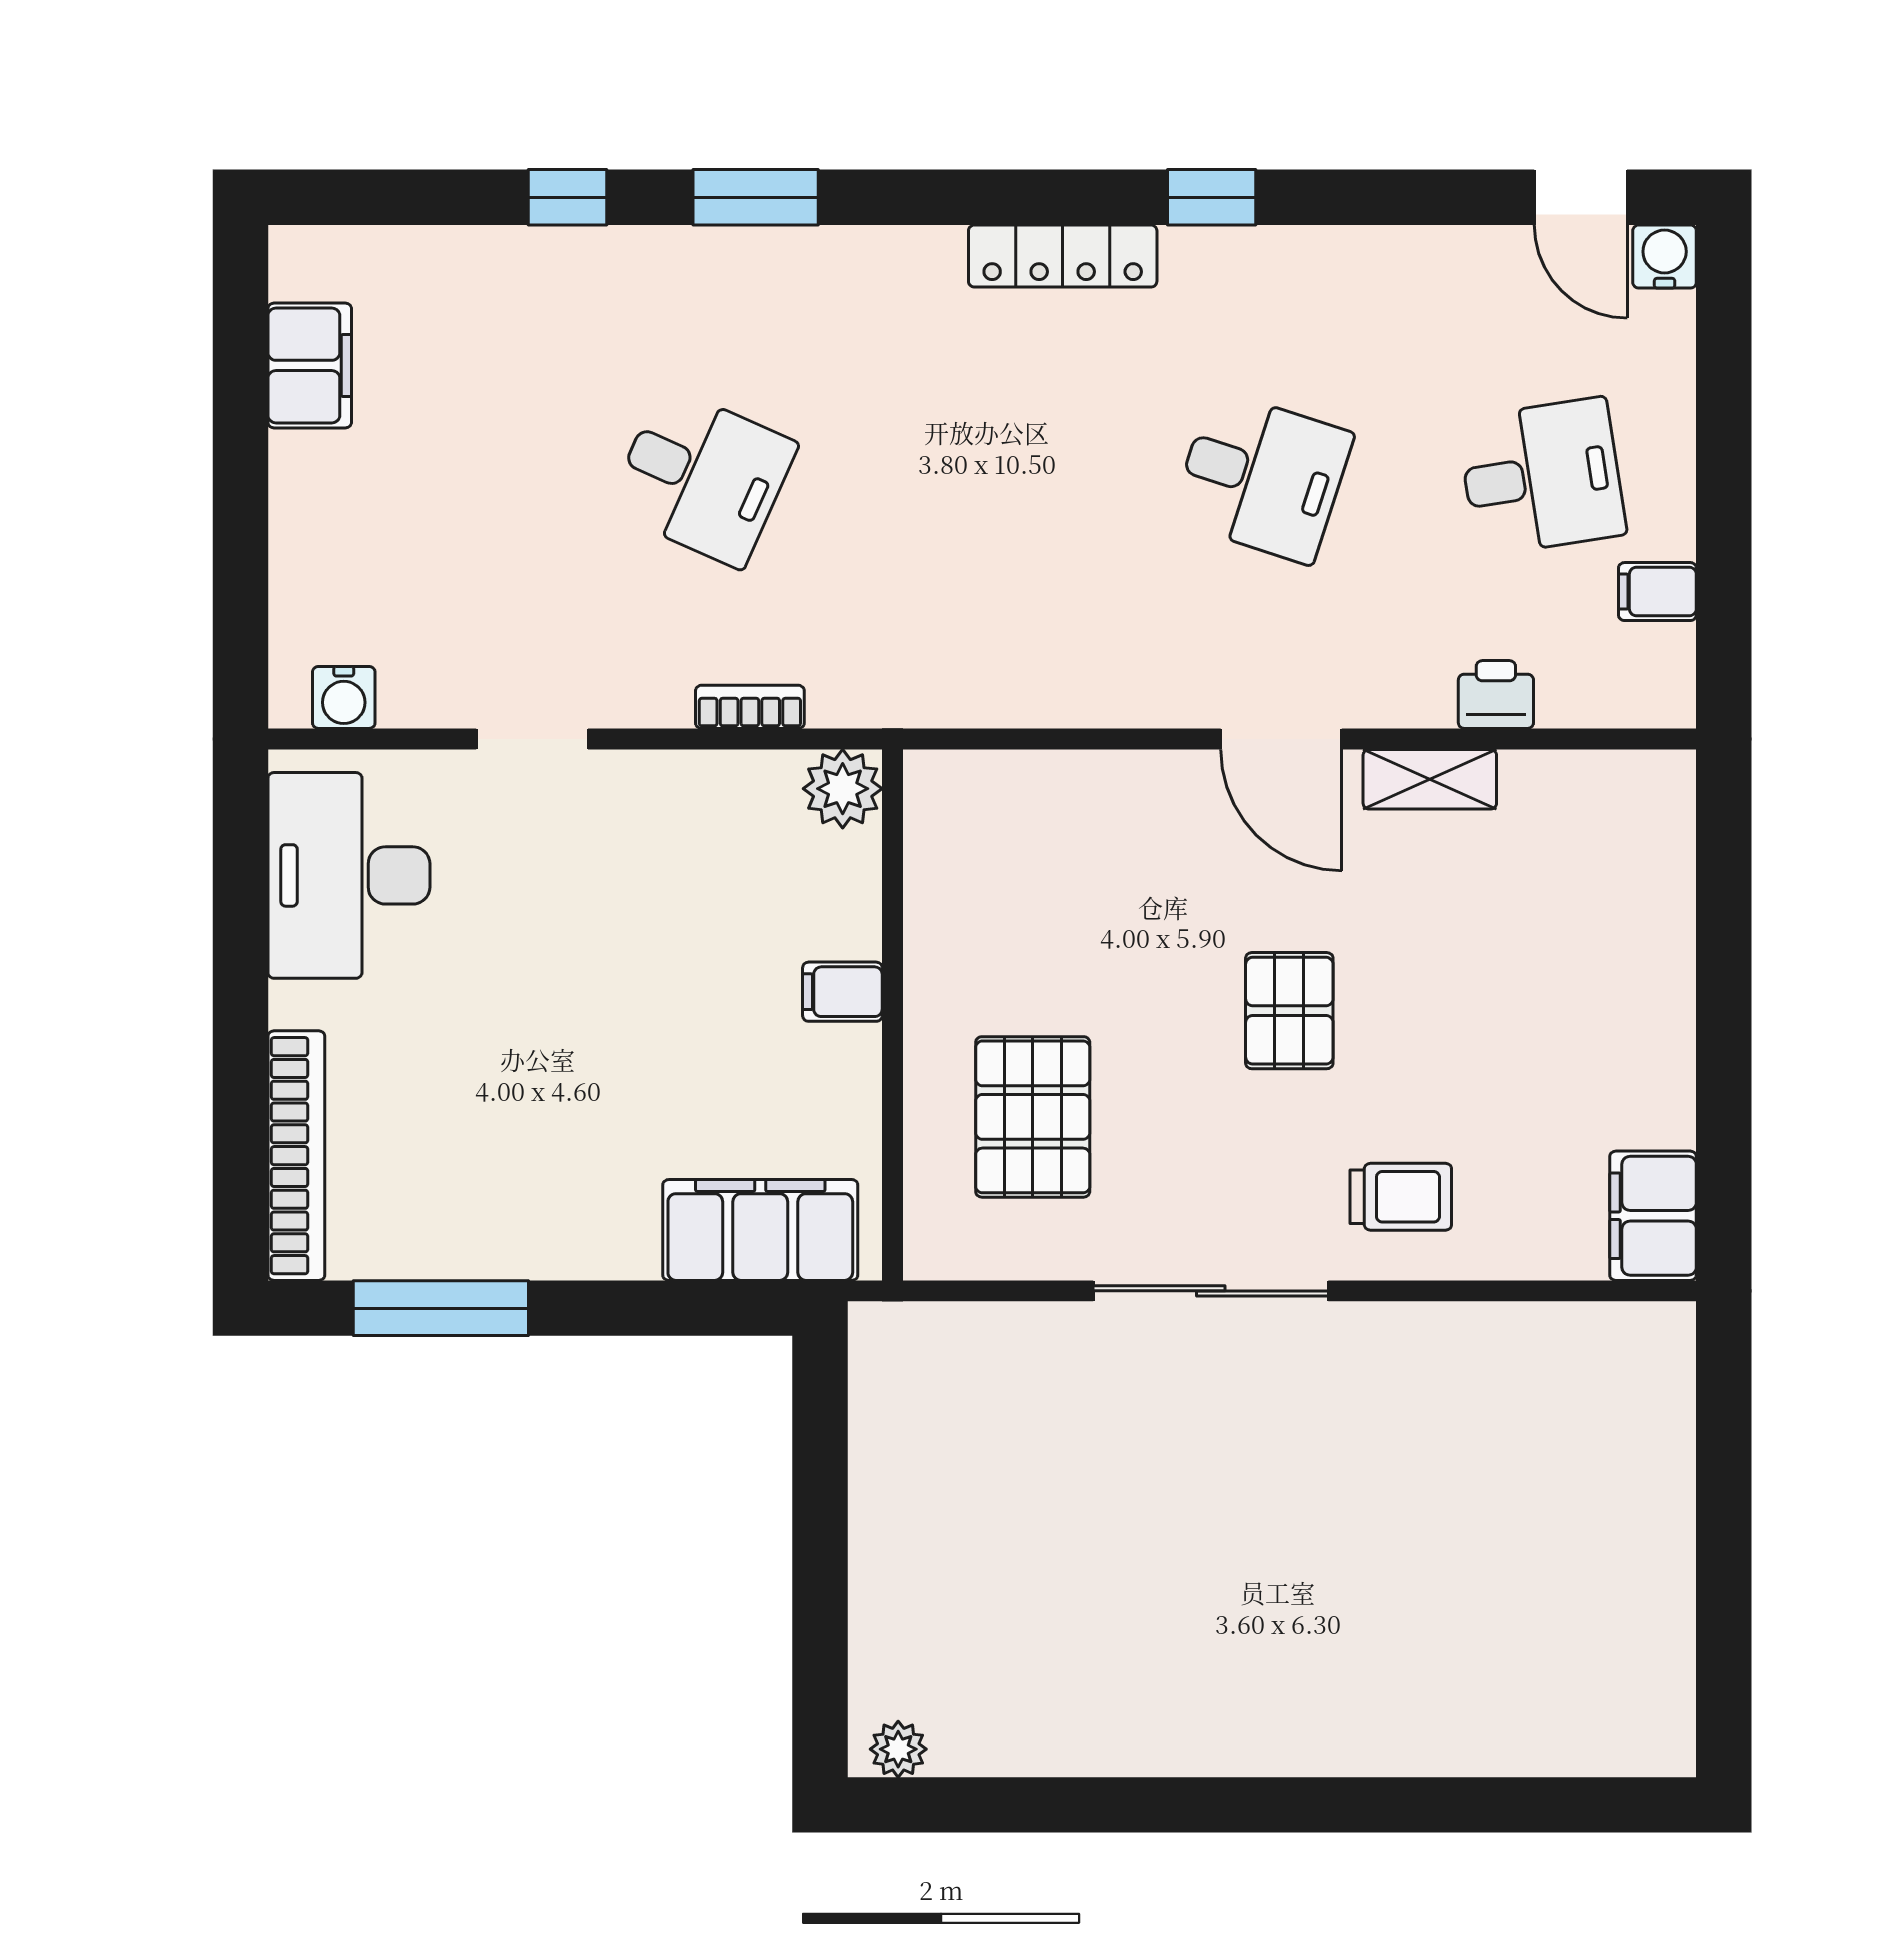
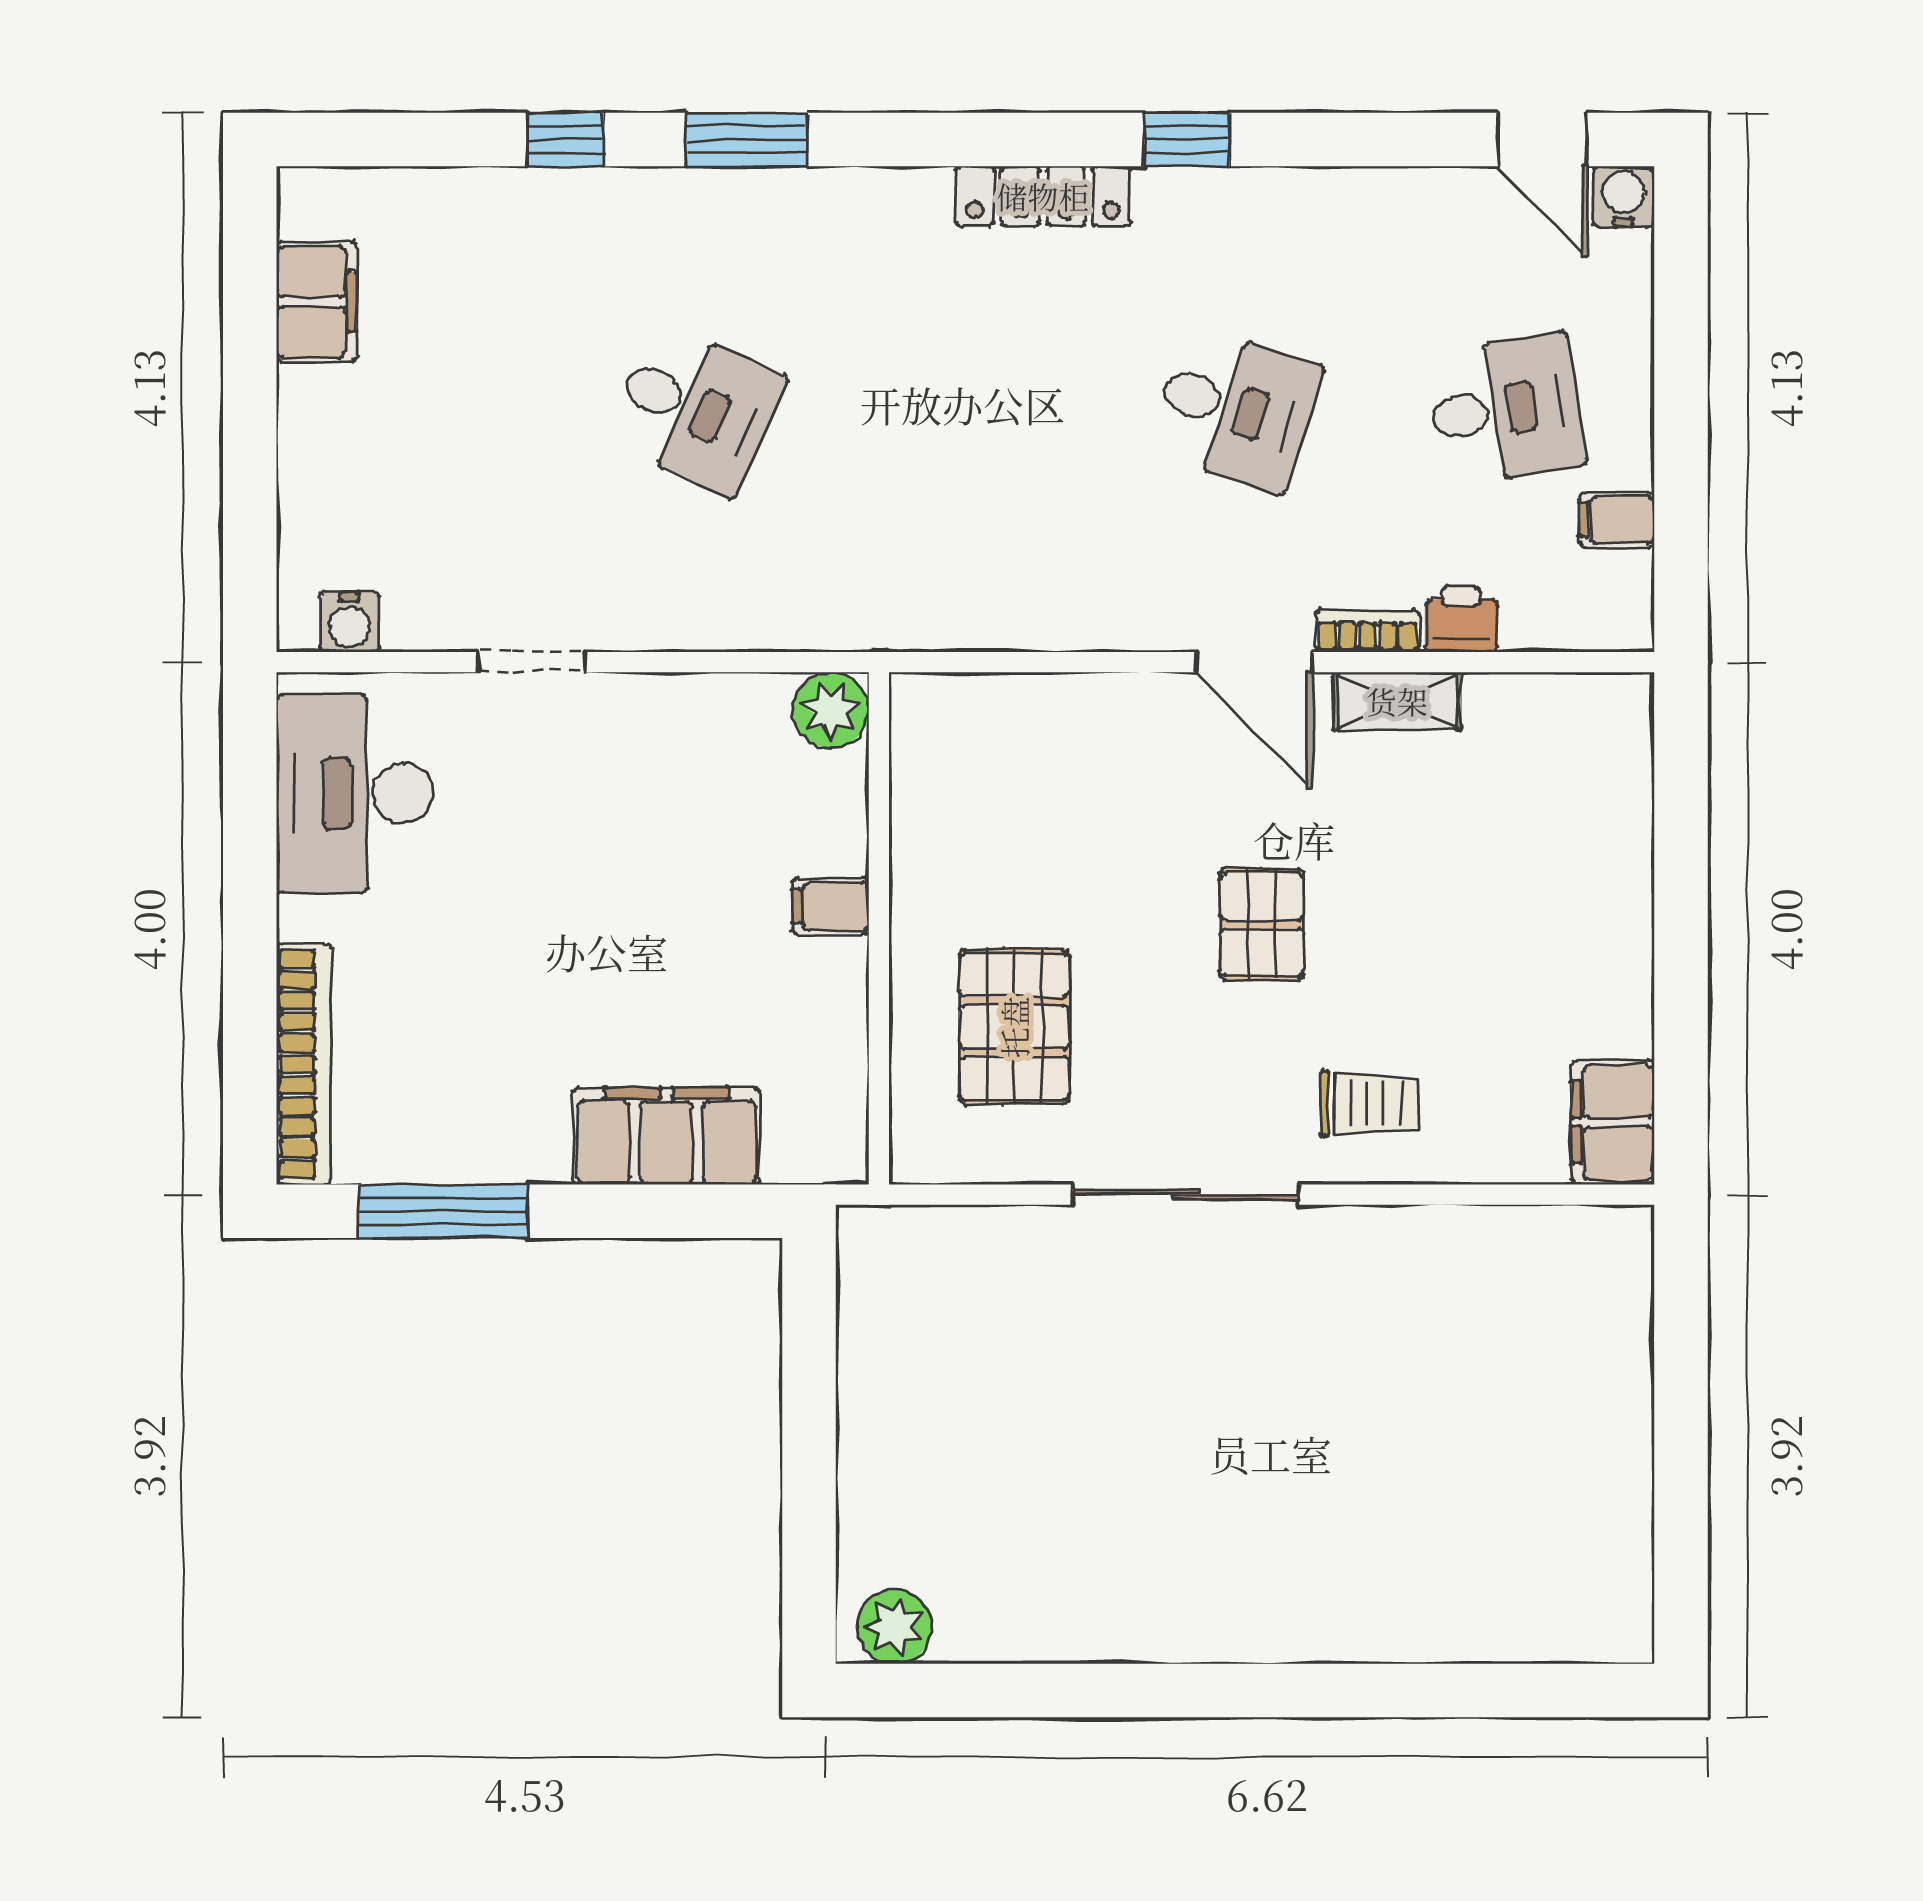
bookcase: (750, 707) -> (1367, 631), moved
filing cabinet: (760, 1230) -> (666, 1136), moved
plant: (898, 1749) -> (895, 1627), width x1.38, depth x1.38

